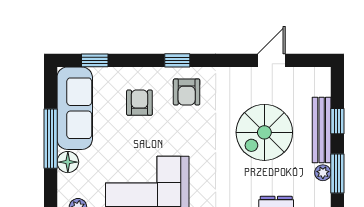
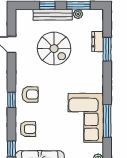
armchair: (139, 103) -> (28, 129), moved, turned 180

